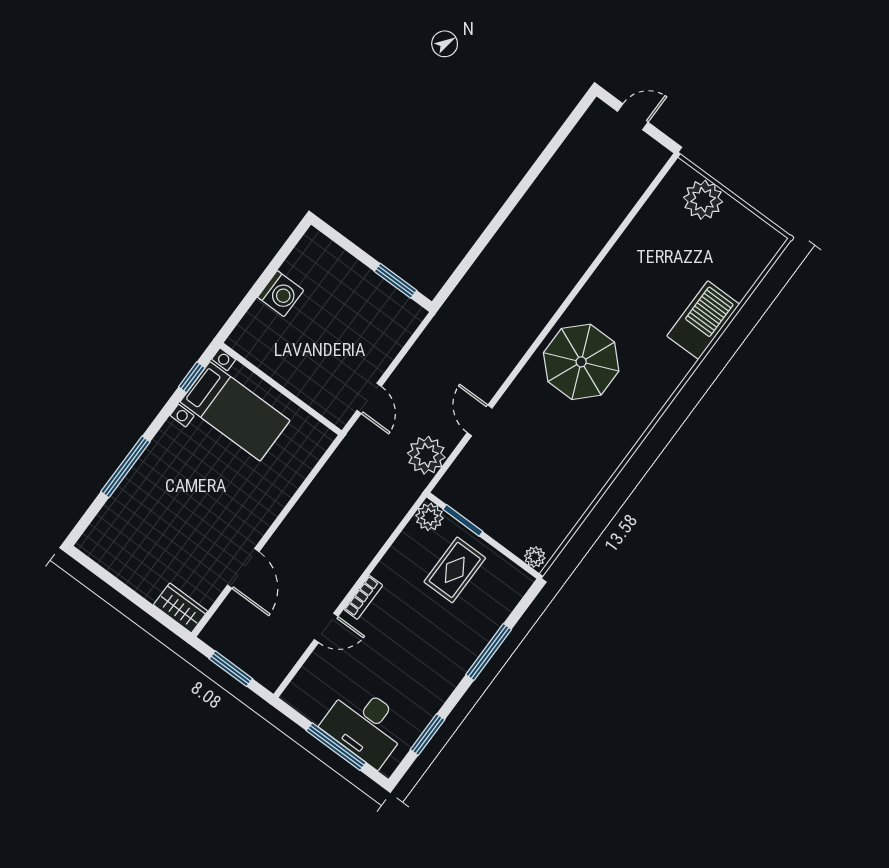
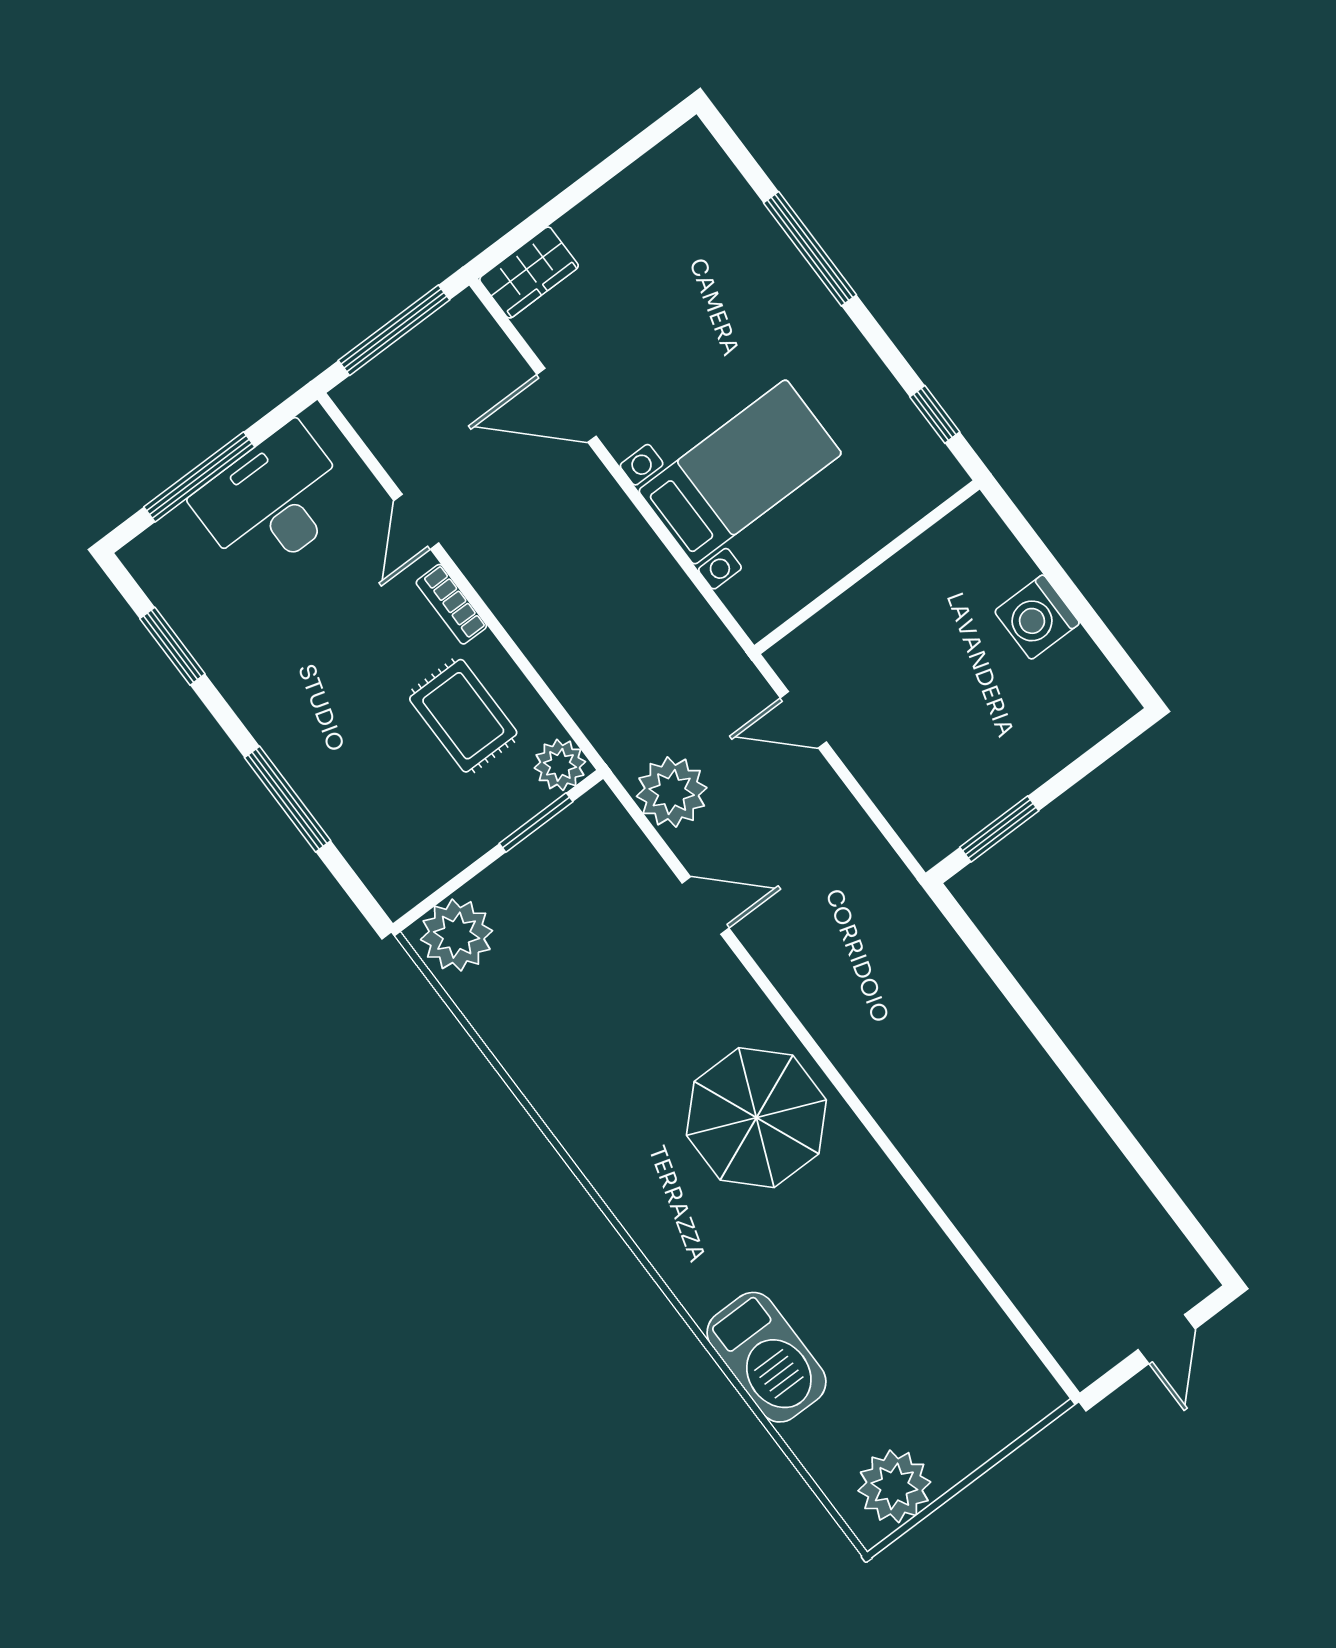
plant: (703, 200) -> (894, 1486), moved
bed with nightstands: (235, 411) -> (740, 472), moved, turned 180
plant: (535, 557) -> (457, 935), width x1.87, depth x1.87
rug: (455, 570) -> (463, 716), moved
window: (231, 669) -> (394, 330), width x1.44
desk: (365, 725) -> (273, 501), moved

